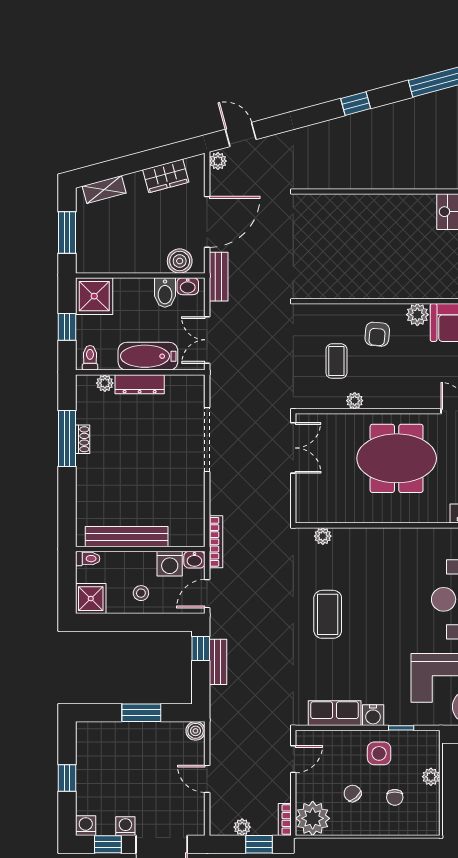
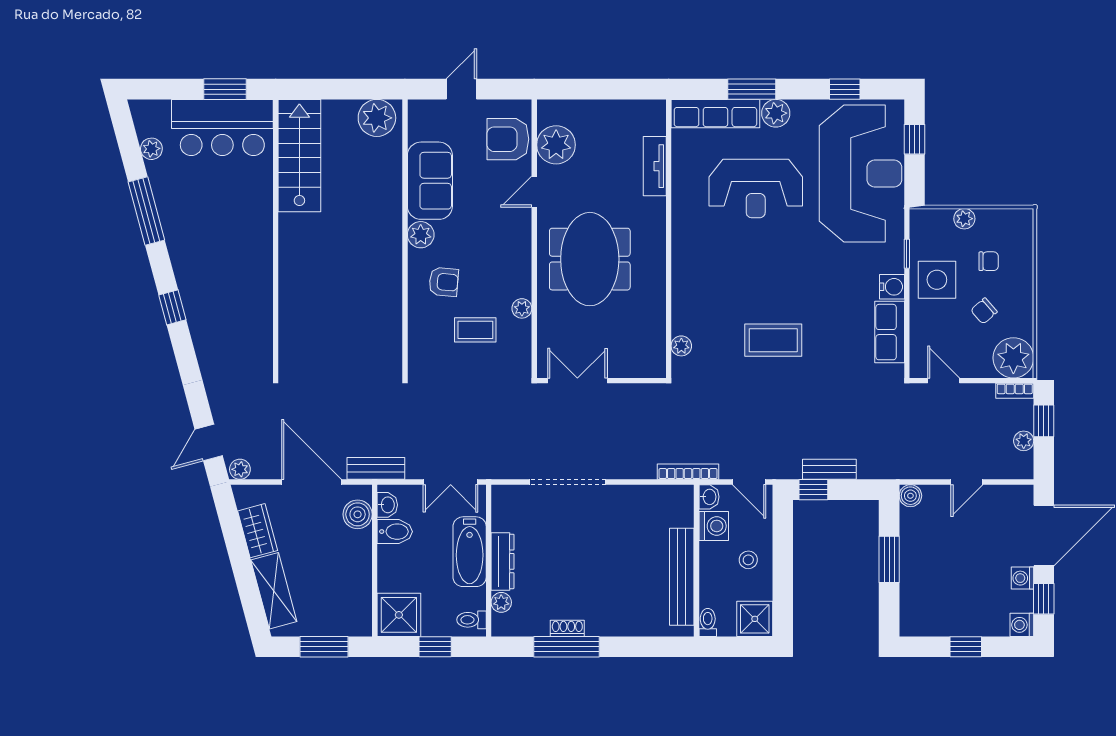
shelving: (104, 190) -> (274, 591), width x1.50, depth x1.33
side table: (379, 753) -> (937, 280), width x1.37, depth x1.37

